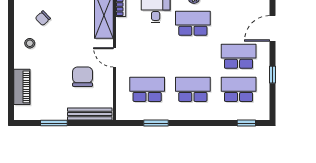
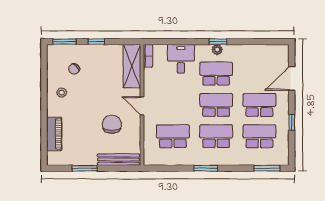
school desk: (193, 56) -> (216, 105), added
window: (156, 123) -> (206, 168), moved
window: (246, 123) -> (267, 168), width x1.50

